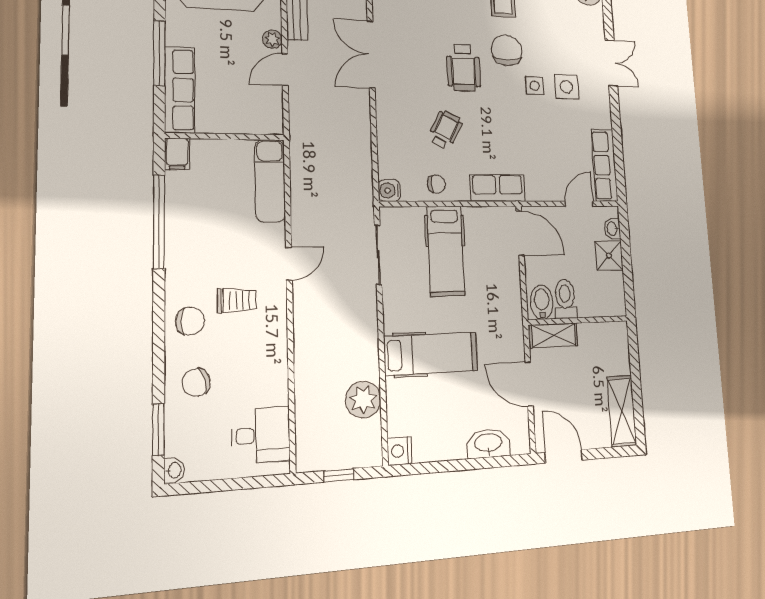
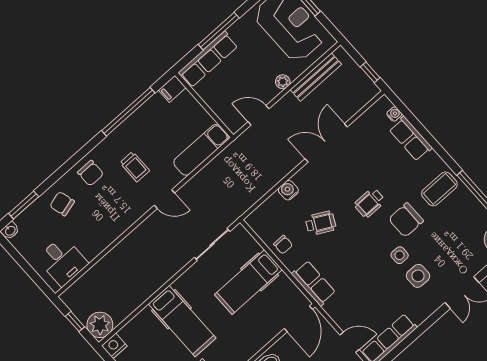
chair: (507, 50) -> (406, 220), turned 180
wheelchair: (463, 68) -> (369, 203), width x0.73, depth x0.73
door: (285, 70) -> (259, 115), moved
water cooler: (389, 191) -> (288, 190), moved
trolley: (237, 300) -> (135, 167), moved
plant: (363, 400) -> (100, 325), moved

